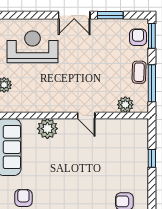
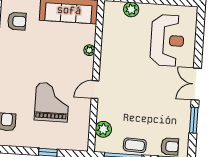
plant: (47, 129) -> (89, 50), width x0.53, depth x0.53
grand piano: (102, 158) -> (52, 102), added

